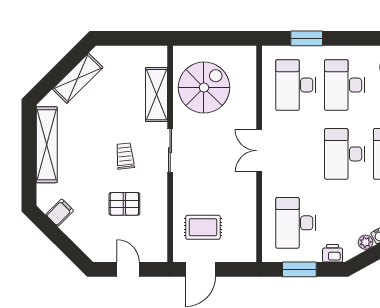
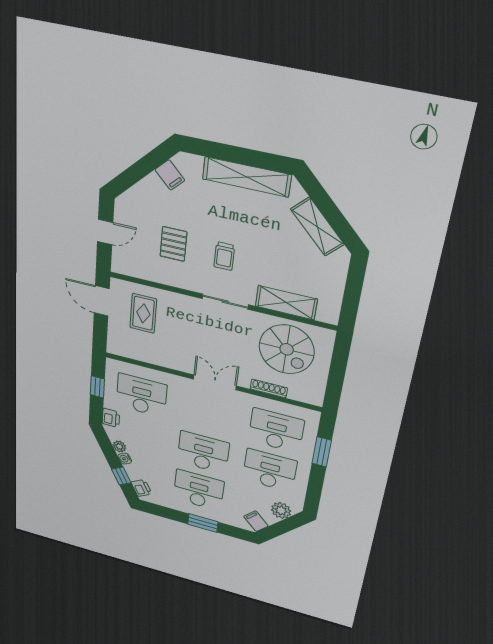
shoe rack: (251, 98) -> (269, 388), added
trolley: (125, 156) -> (224, 256), turned 96
window: (299, 269) -> (97, 387), width x0.67

